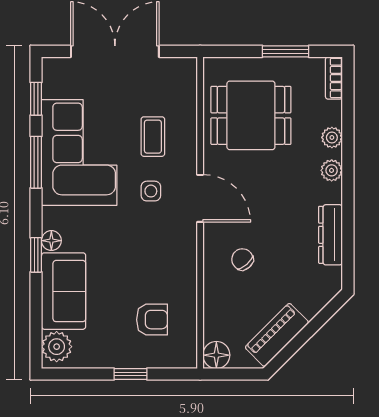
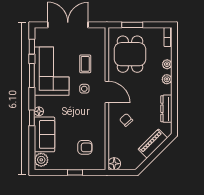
window: (286, 51) -> (132, 25), moved
dining table: (251, 115) -> (130, 54), turned 90
piano: (277, 335) -> (153, 144), moved

